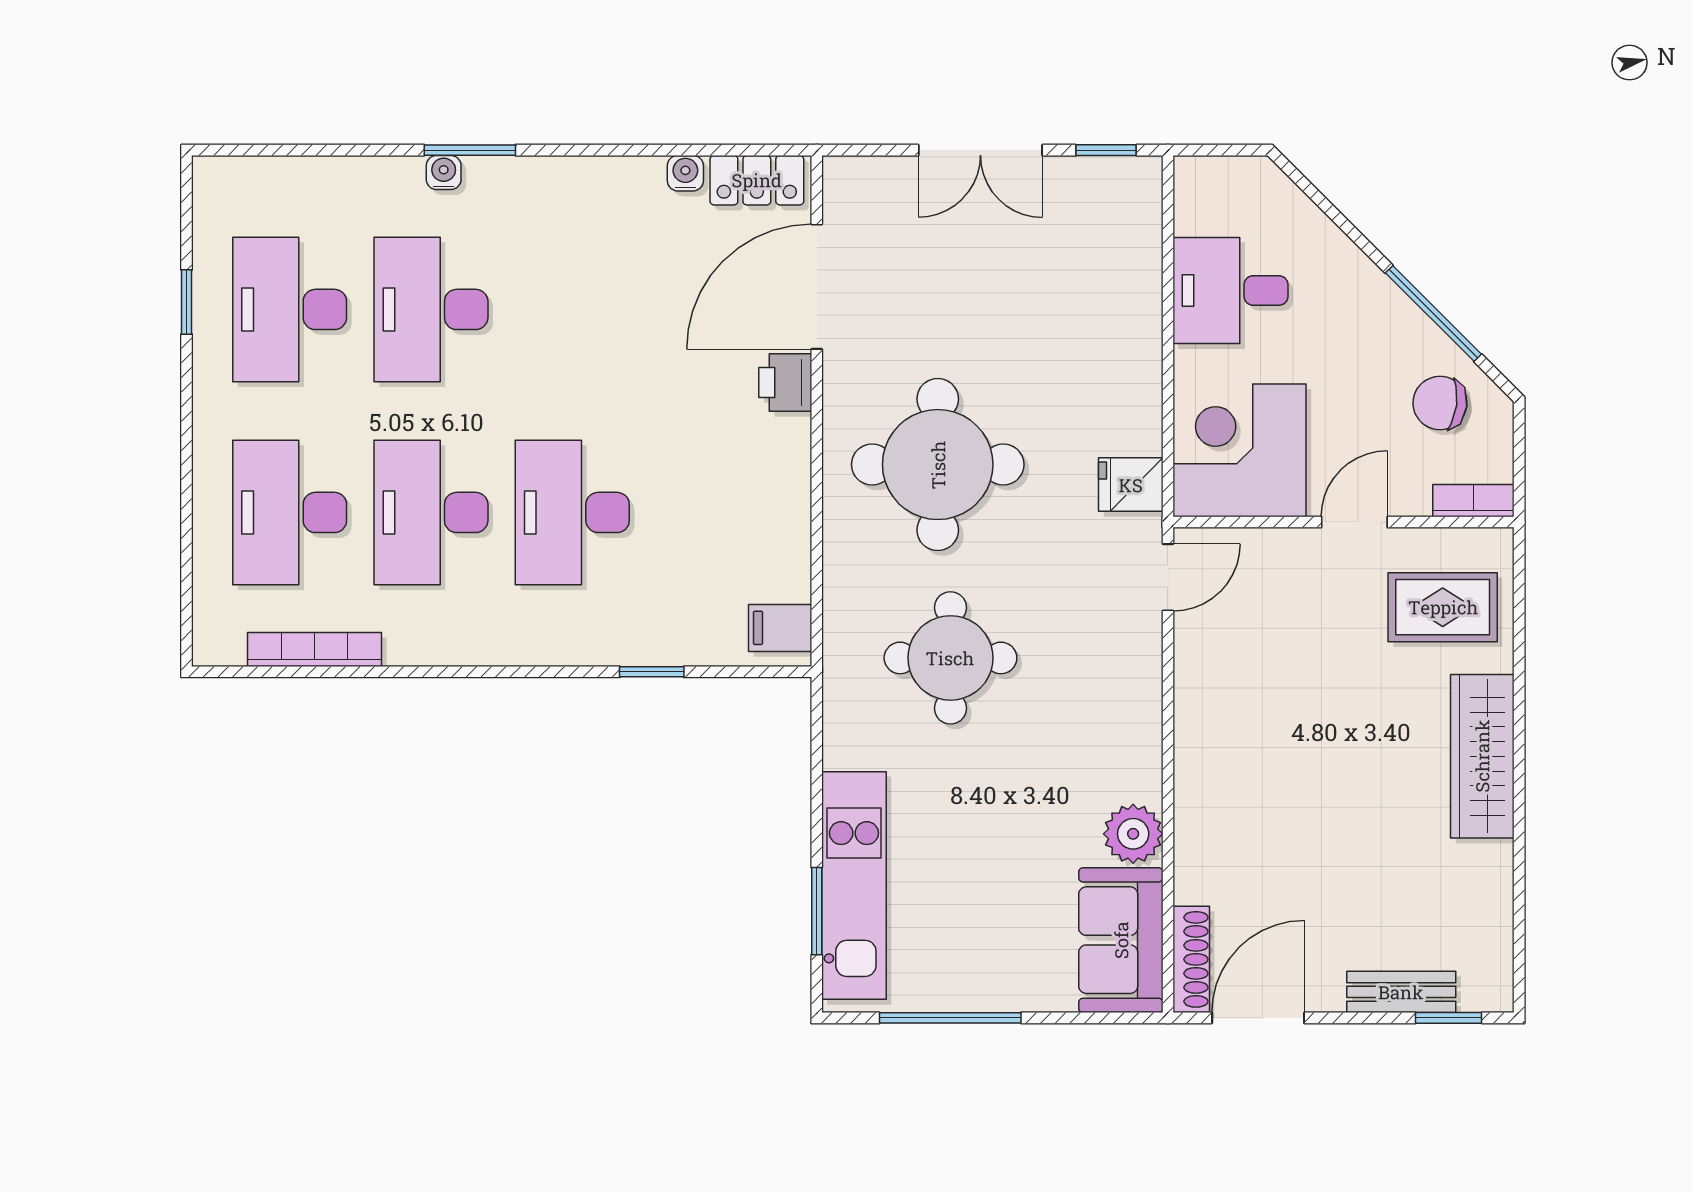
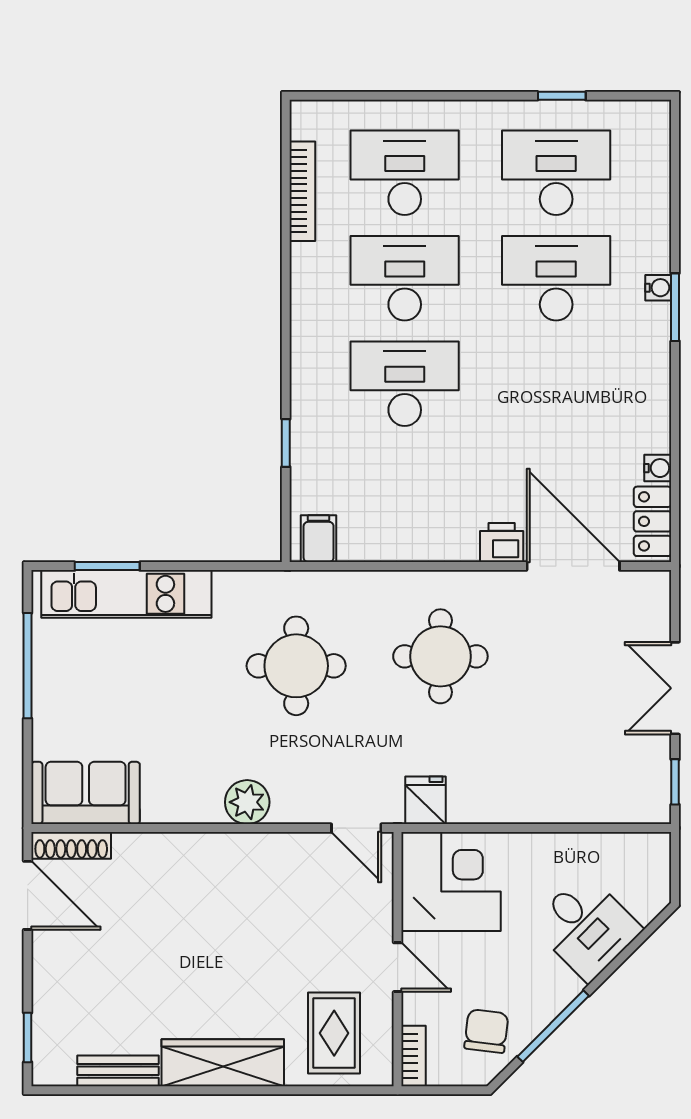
desk: (1230, 290) -> (586, 927), moved, turned 135
round table: (938, 465) -> (440, 656), width x0.73, depth x0.73
plant: (1133, 834) -> (247, 802), moved
bench: (1401, 992) -> (118, 1071), moved, turned 90

